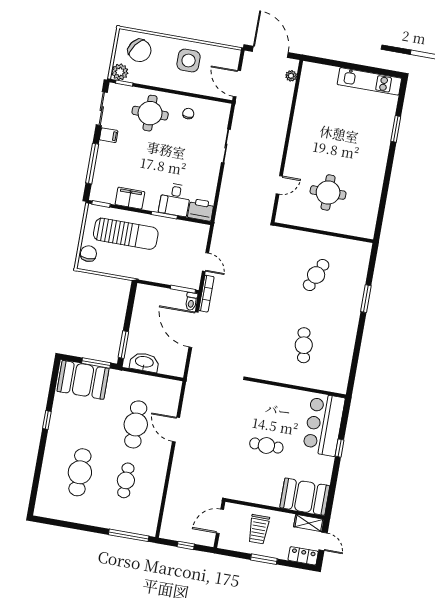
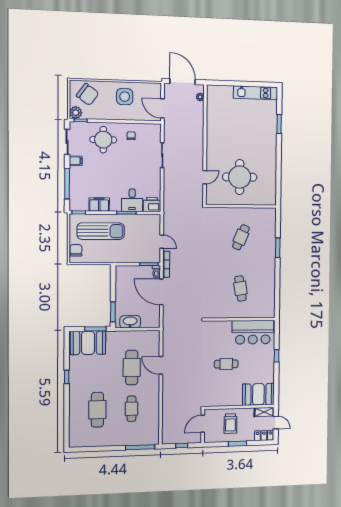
round table: (328, 193) -> (240, 177), width x1.36, depth x1.36
bar counter: (324, 424) -> (253, 332), moved, turned -90

